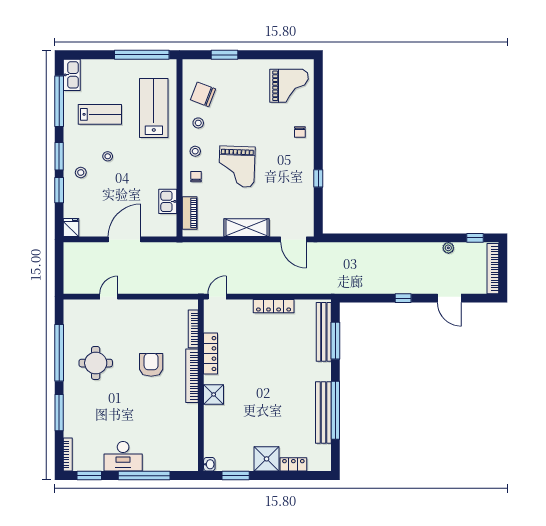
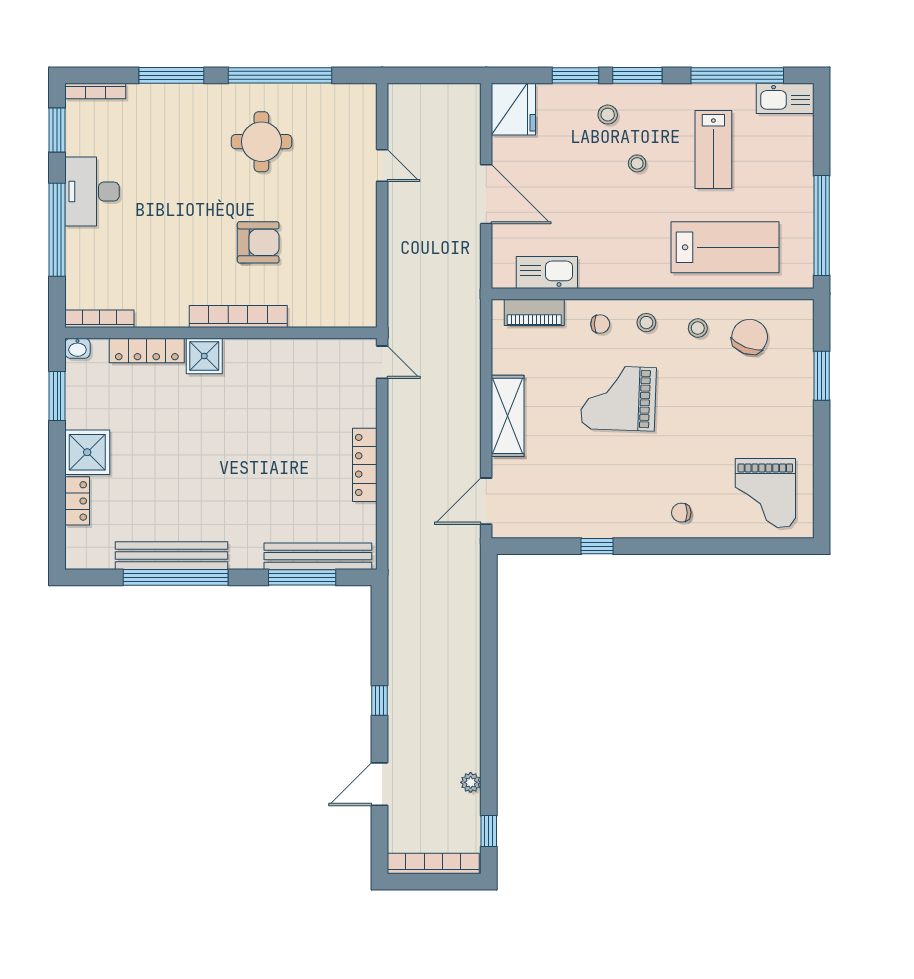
kitchen sink: (168, 201) -> (547, 273), width x1.38
fridge: (71, 227) -> (513, 109), width x1.88, depth x1.34
bookcase: (193, 329) -> (99, 319), moved
locker: (211, 354) -> (147, 350), moved

